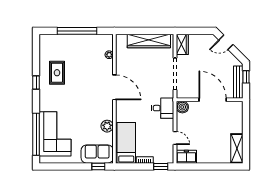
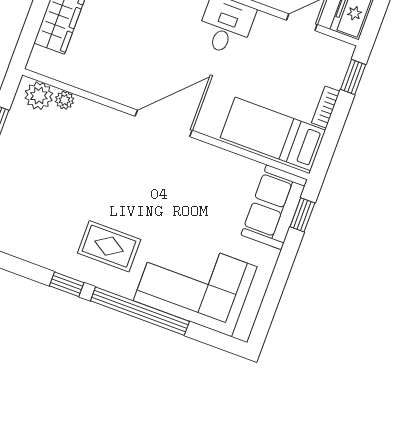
rug: (57, 73) -> (109, 246), moved
door: (114, 87) -> (164, 123), moved
plant: (107, 126) -> (39, 96), moved
window: (36, 134) -> (140, 311), moved

